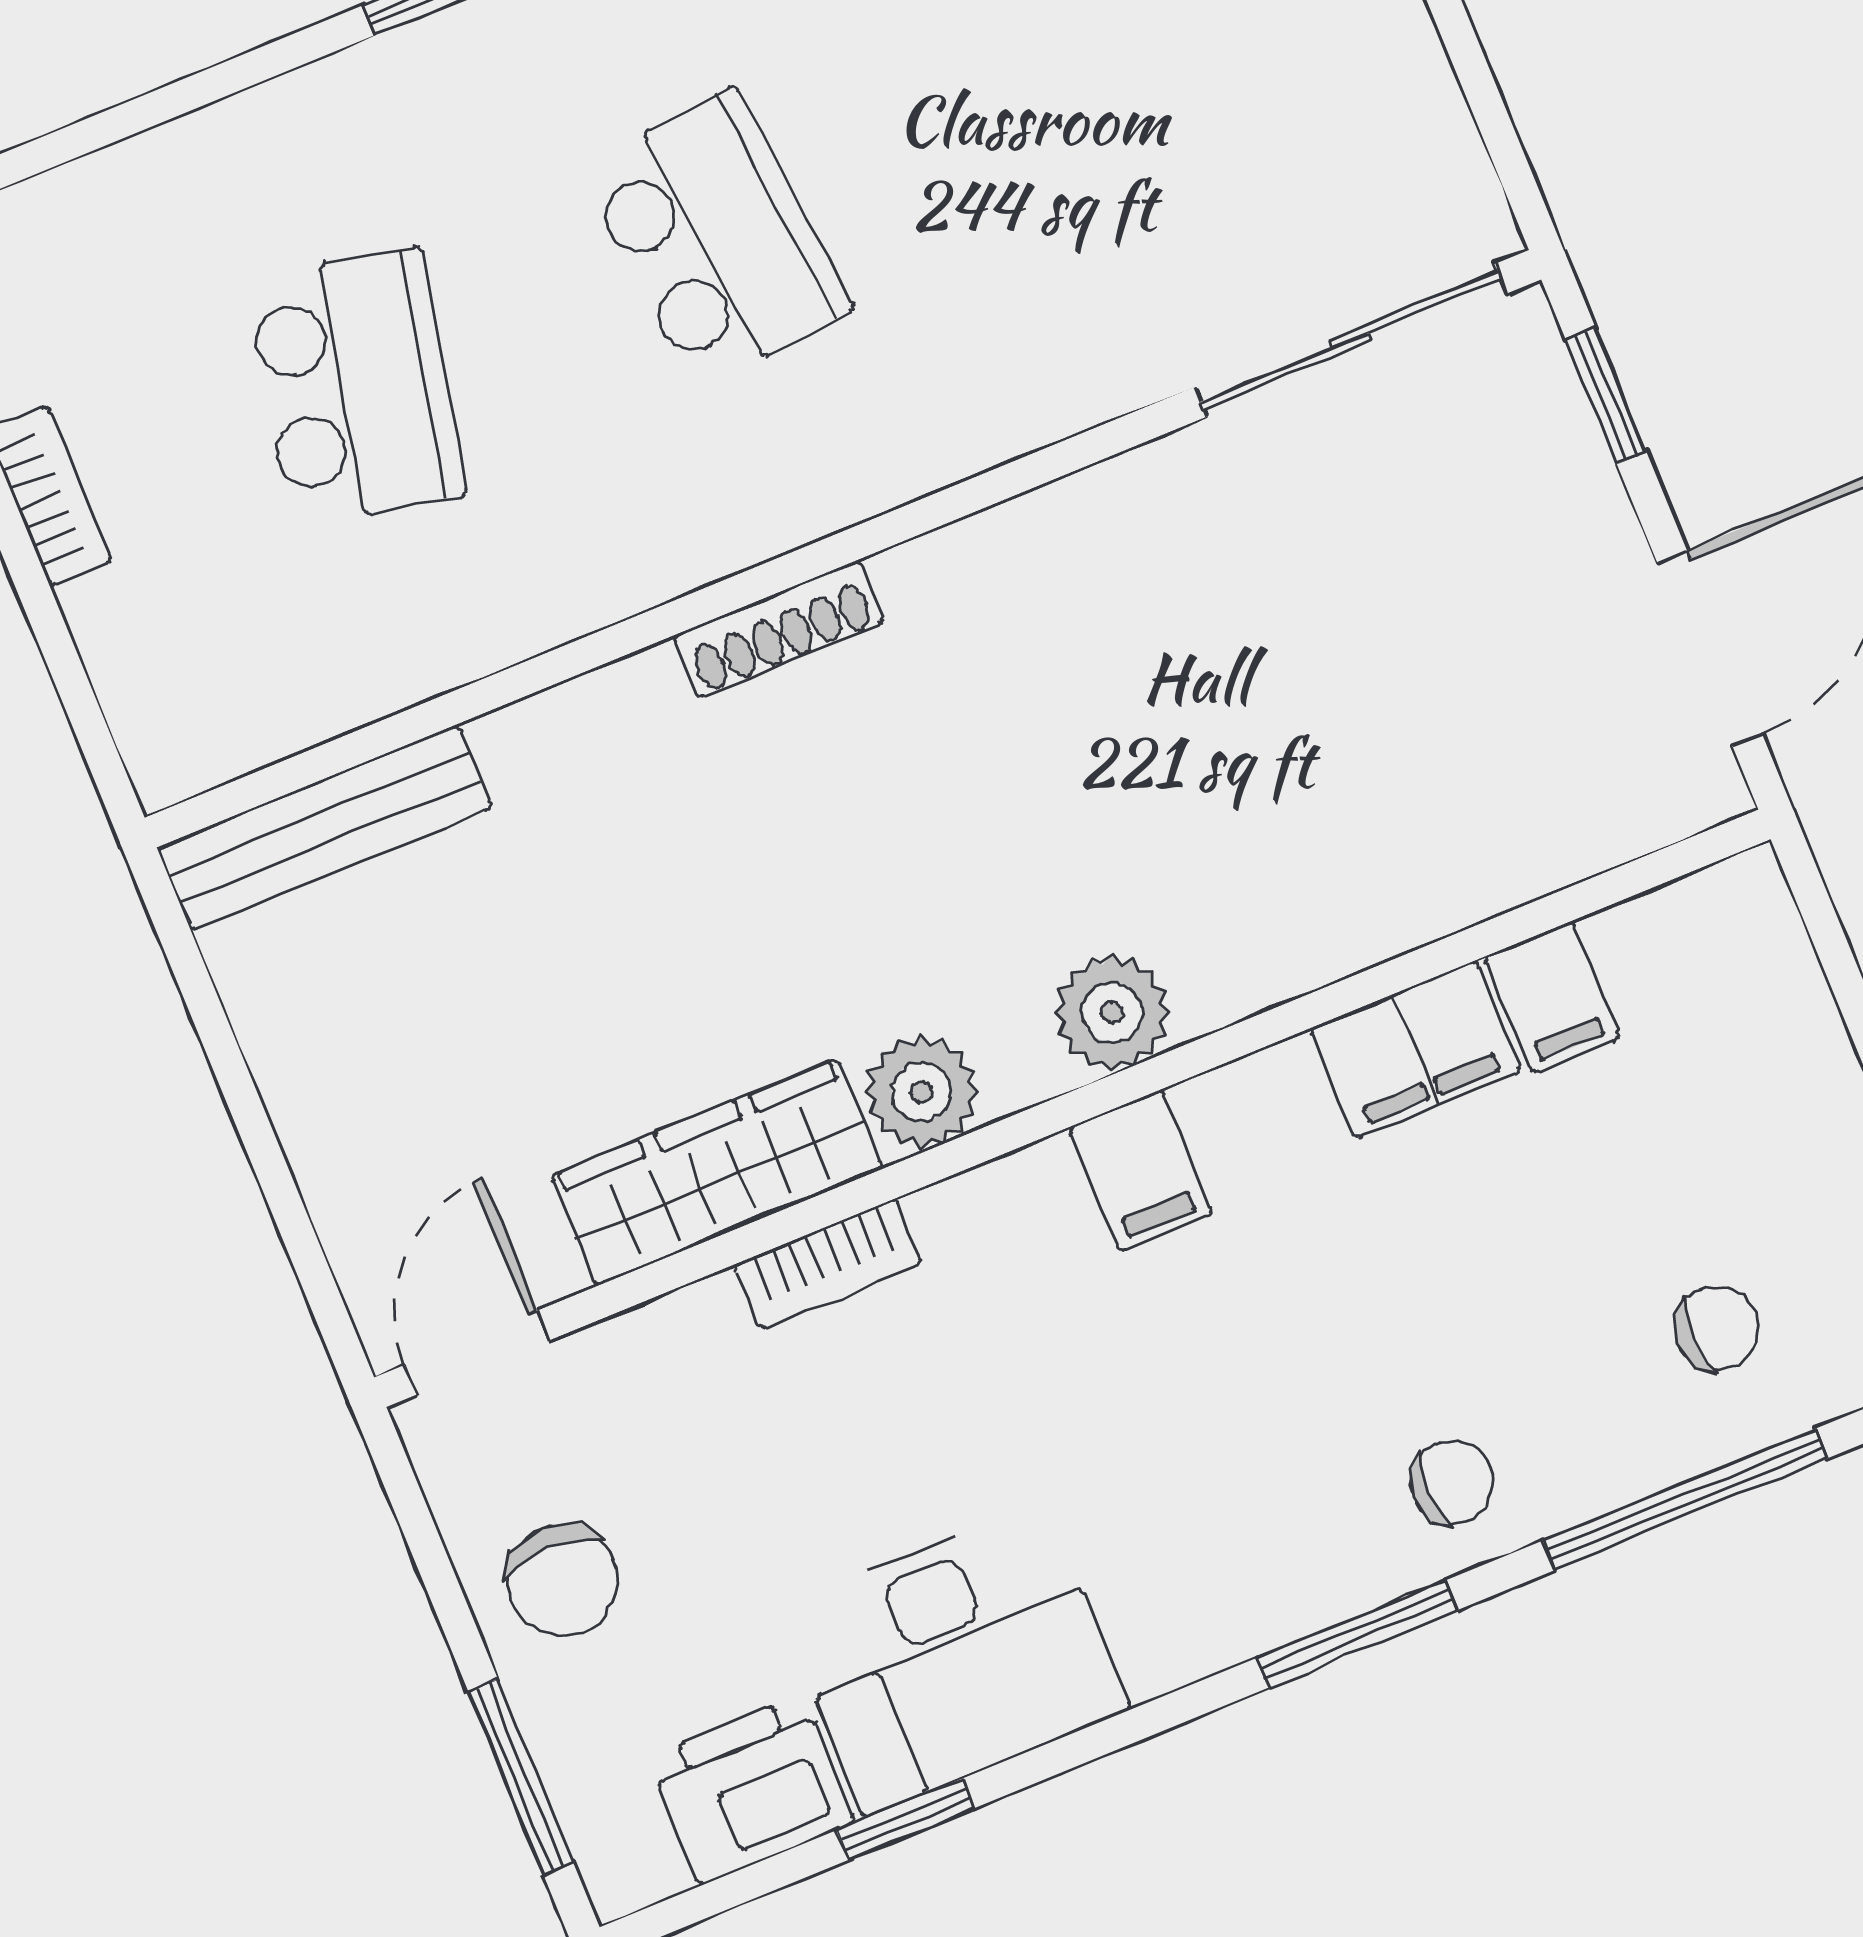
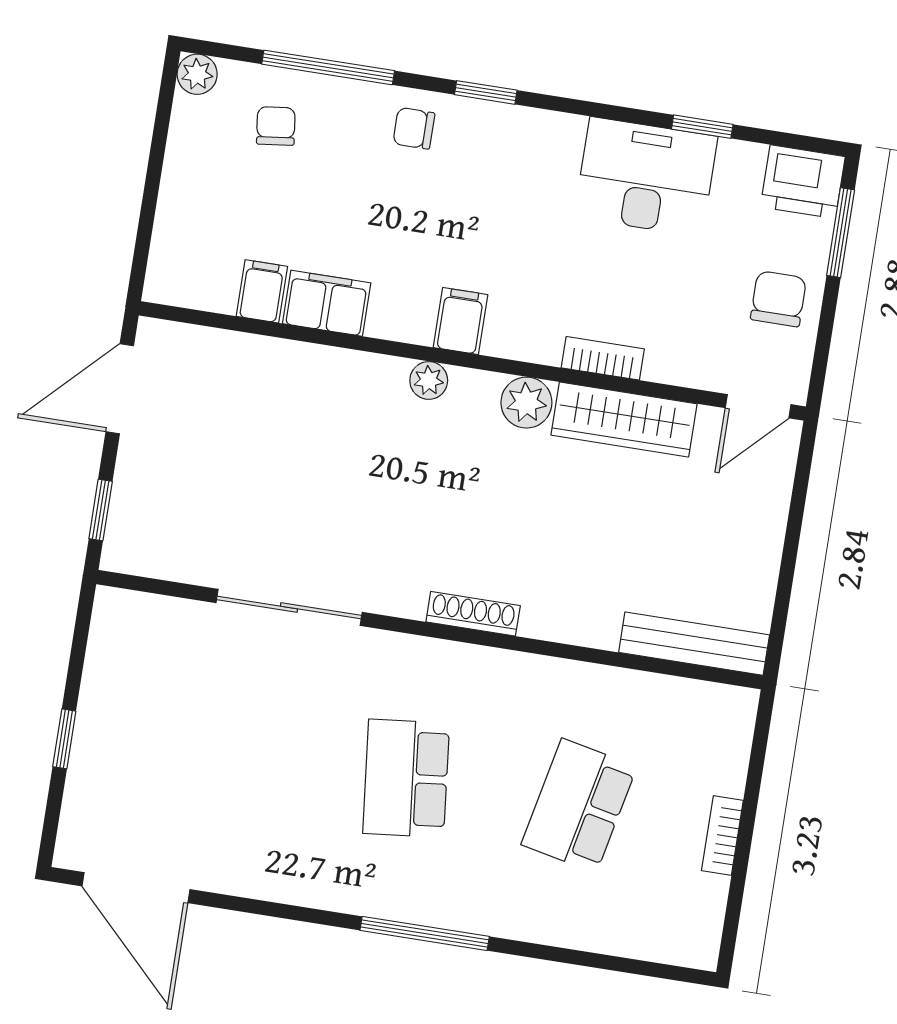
sliding door: (1351, 340) -> (289, 607), moved
plant: (1112, 1012) -> (429, 380), width x0.73, depth x0.73
chair: (1717, 1328) -> (276, 126), turned 83
window: (1357, 1634) -> (486, 92), width x0.67
printer: (751, 1789) -> (803, 182), moved

